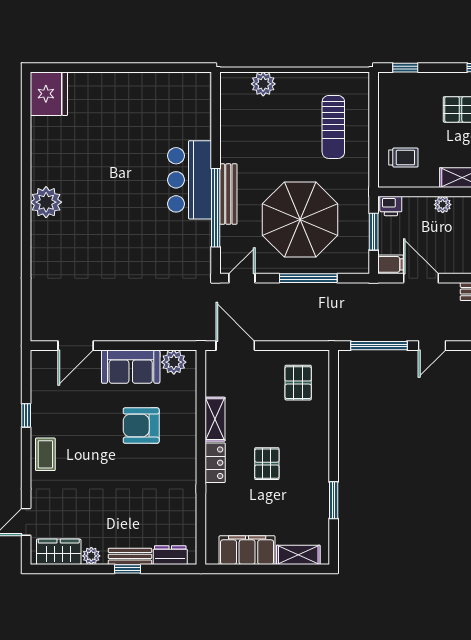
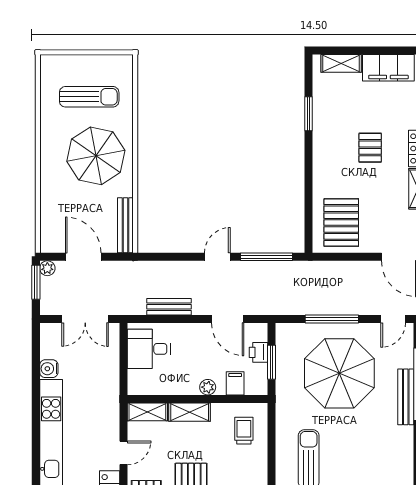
trolley: (403, 158) -> (244, 431), turned 90
printer: (391, 206) -> (258, 352), moved, turned -90
filing cabinet: (390, 264) -> (235, 383), moved, turned 90
pallet: (298, 383) -> (341, 223), width x1.50, depth x1.42

